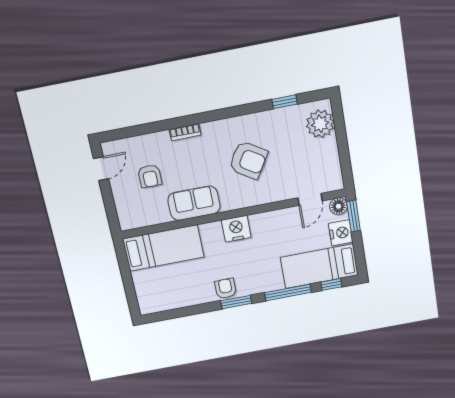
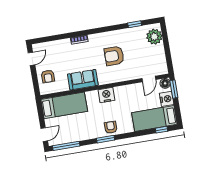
armchair: (248, 160) -> (114, 56), turned 148
armchair: (150, 176) -> (48, 76), moved
armchair: (226, 289) -> (111, 127), moved
window: (288, 293) -> (66, 146), moved
door: (132, 297) -> (44, 135), added

